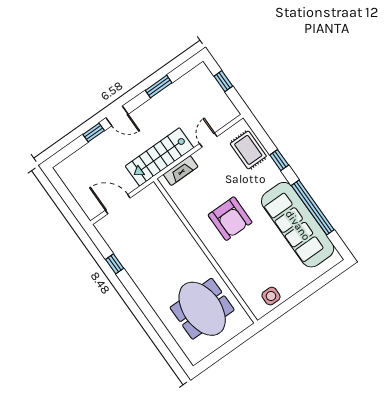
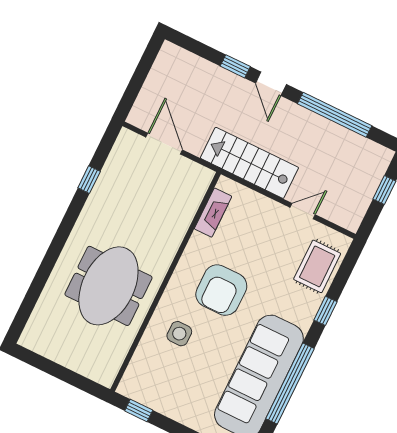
window: (159, 87) -> (335, 115), width x2.11
fireplace: (181, 171) -> (213, 213), moved, turned -90
side table: (271, 296) -> (179, 334), moved
meeting table: (202, 309) -> (108, 286), moved
window: (278, 312) -> (139, 411), added

